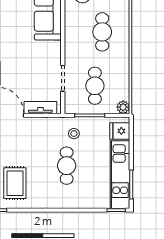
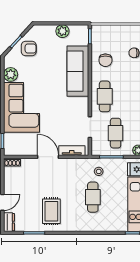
cafe table: (102, 32) -> (105, 96), moved

